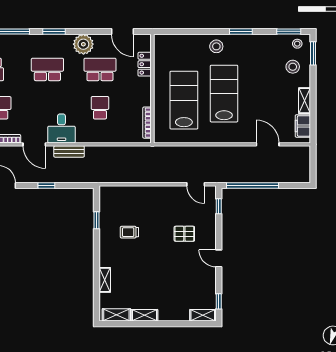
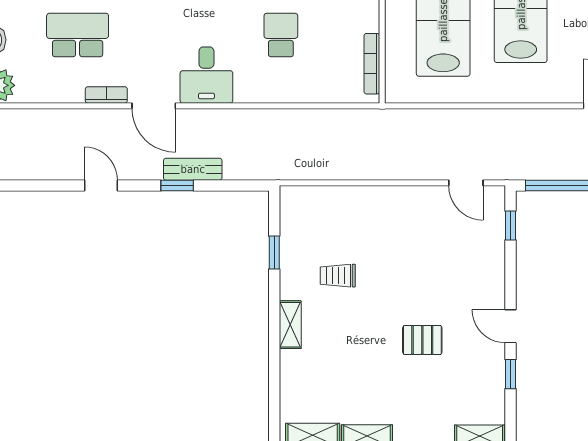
bench: (69, 151) -> (193, 169), moved
pallet: (184, 234) -> (422, 340), moved
shelving: (105, 280) -> (290, 325), moved
window: (219, 301) -> (511, 374), moved

